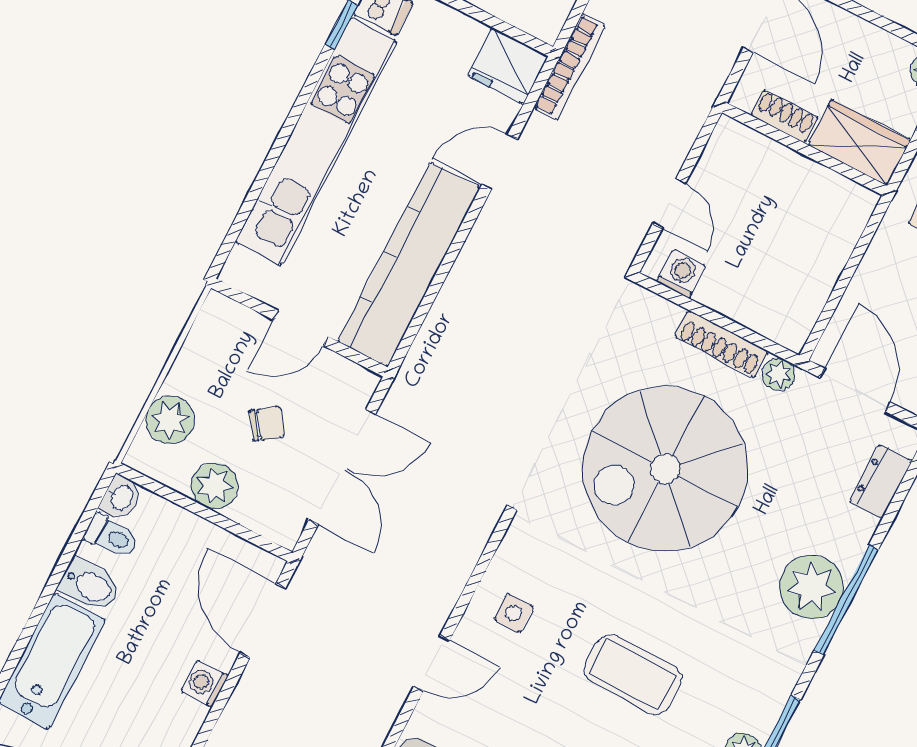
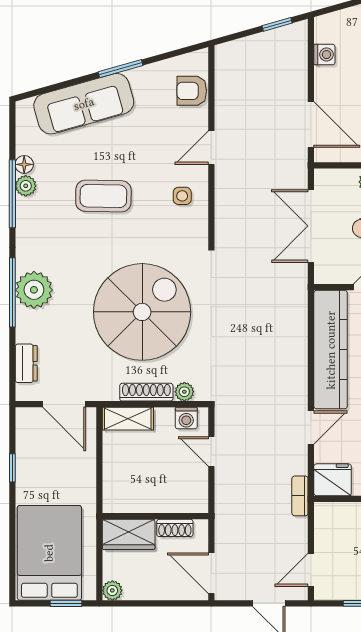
bookcase: (570, 67) -> (300, 496), width x0.64
shelving: (770, 318) -> (128, 419), added
plant: (778, 374) -> (184, 392), moved
washing machine: (205, 683) -> (324, 55), moved

